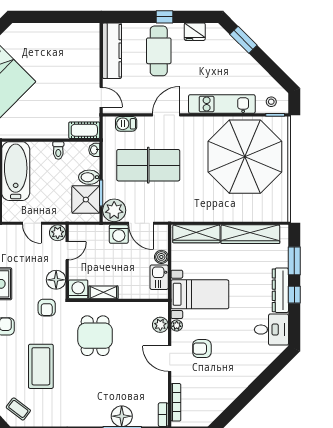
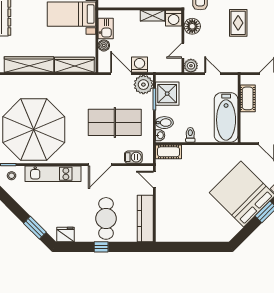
fridge: (195, 32) -> (66, 235), moved
bidet: (89, 177) -> (164, 123), moved

